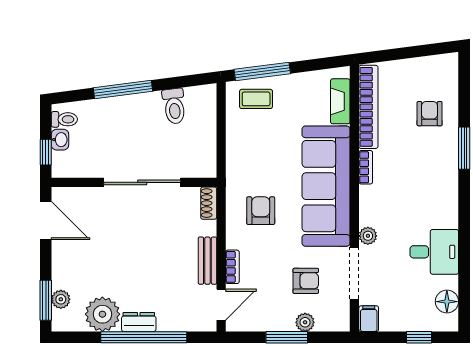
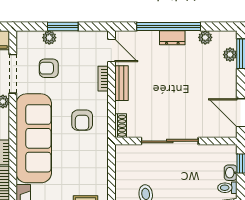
door: (221, 305) -> (111, 51), swing flipped
plant: (102, 314) -> (205, 37), width x0.53, depth x0.53

